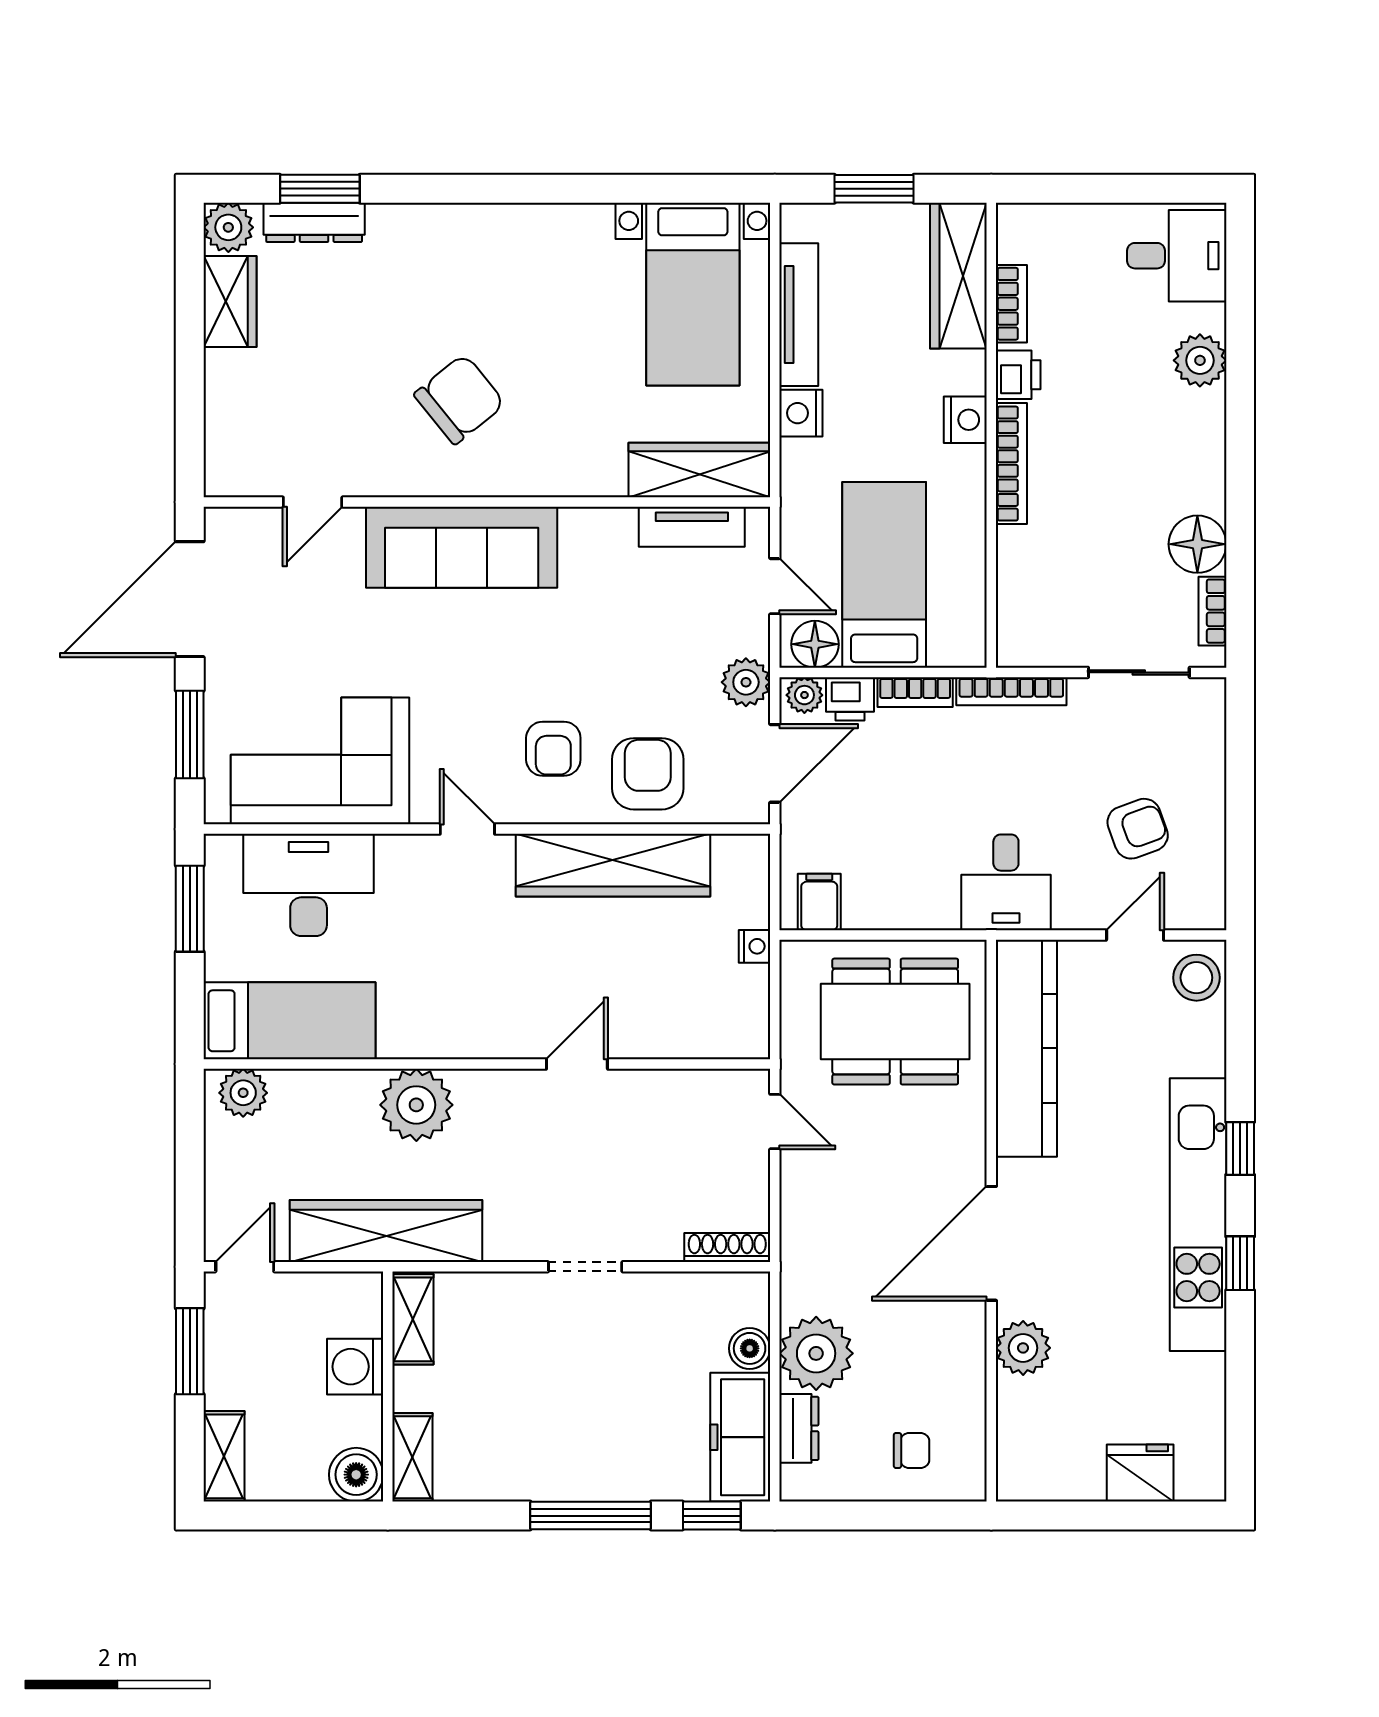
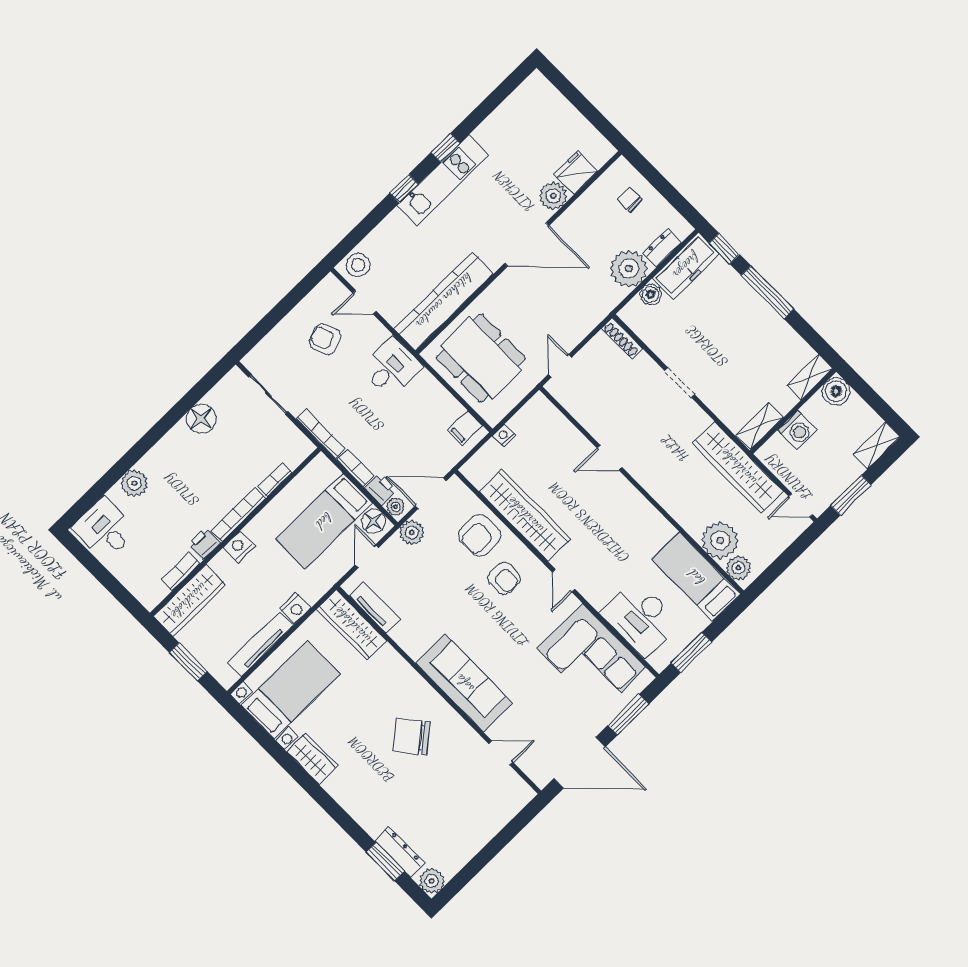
wardrobe: (230, 301) -> (312, 759), moved, turned 90
bookcase: (1213, 611) -> (275, 480), moved, turned 180
armchair: (553, 749) -> (504, 578), turned 90
plant: (416, 1105) -> (720, 540), moved
kitchen unit: (1198, 1215) -> (443, 180), width x0.73
fridge: (1140, 1473) -> (576, 173), moved, turned 90

